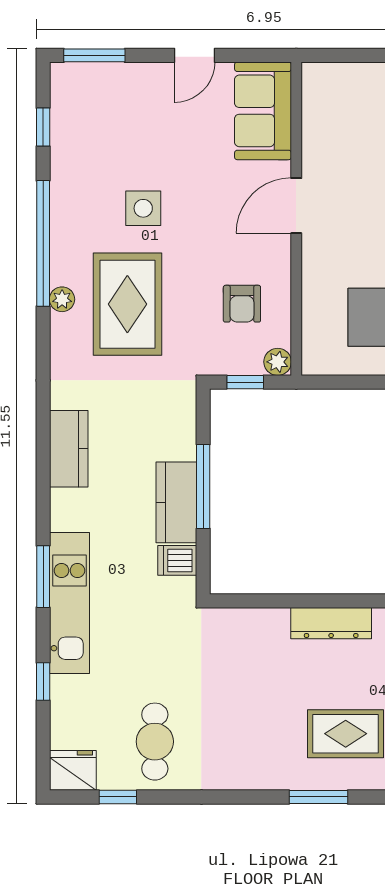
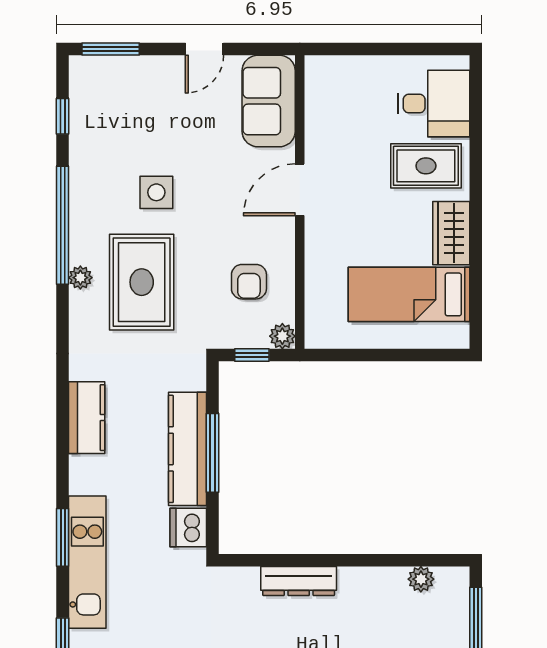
kitchen counter: (176, 502) -> (187, 449), width x1.50
dishwasher: (177, 560) -> (188, 527), width x1.38
dresser: (331, 623) -> (299, 581), moved

